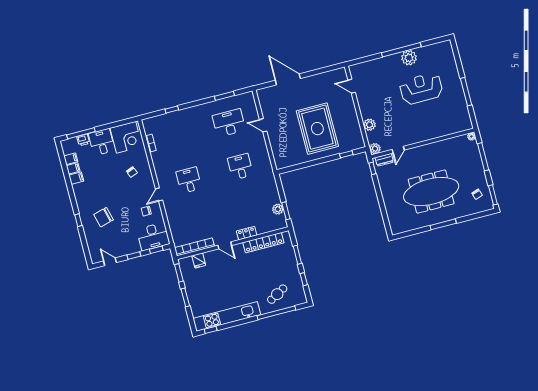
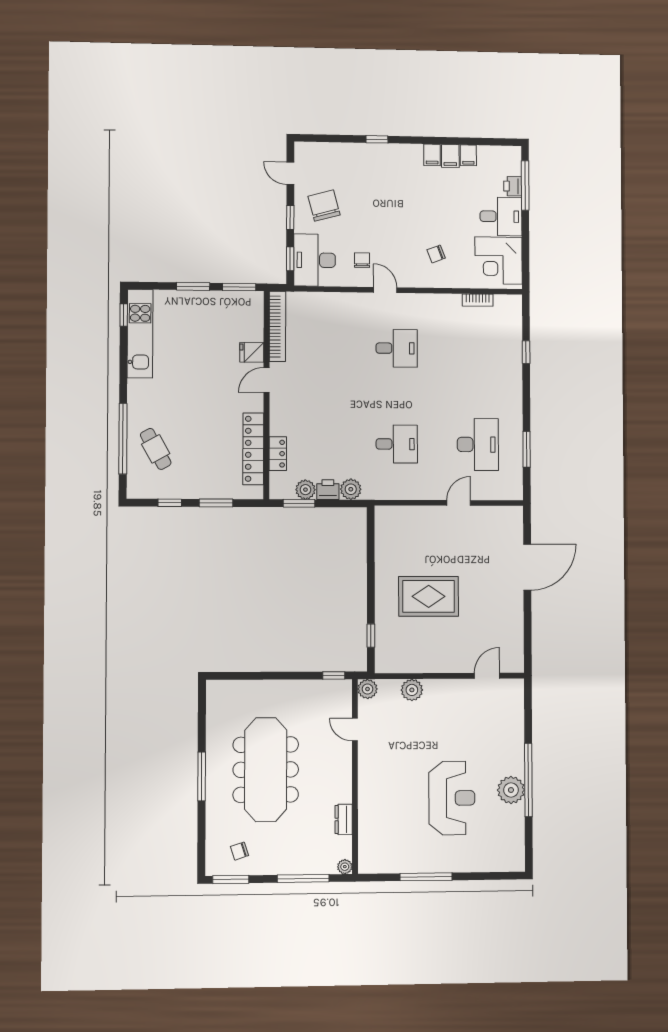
rug: (317, 129) -> (429, 596), width x0.73, depth x0.69
filing cabinet: (71, 159) -> (432, 155), moved
dresser: (384, 160) -> (344, 819), moved
plant: (271, 185) -> (351, 489), added
printer: (275, 197) -> (328, 490), added
chair: (104, 217) -> (324, 206), moved
locker: (247, 233) -> (278, 454), moved
fridge: (199, 260) -> (252, 352), moved
door: (110, 262) -> (290, 173), swing flipped
kitchen unit: (227, 316) -> (140, 334), width x0.73

